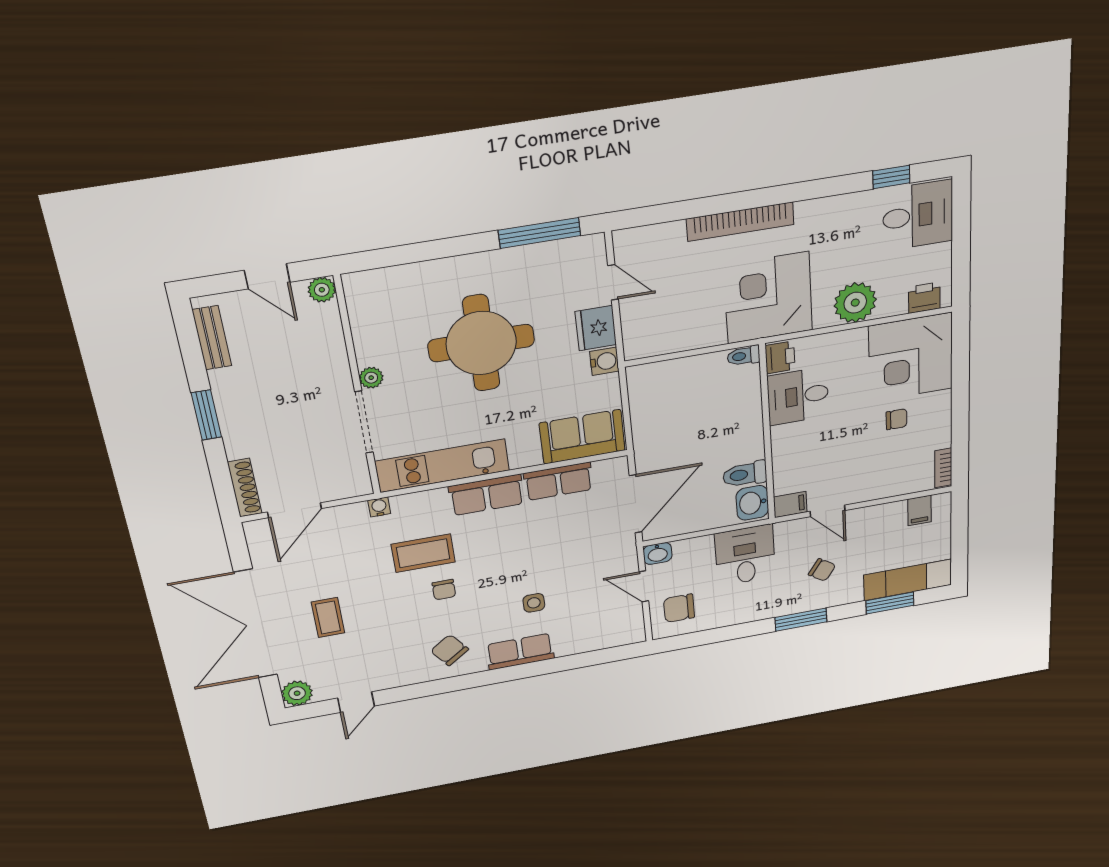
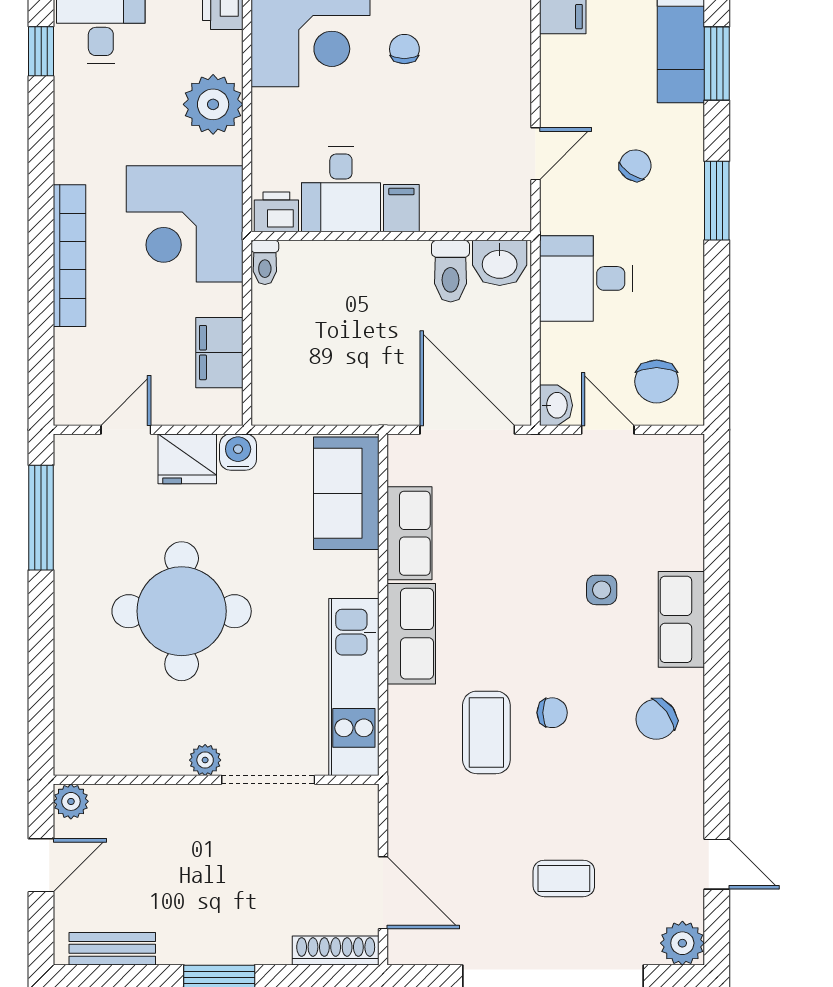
filing cabinet: (676, 337) -> (219, 353), added
filing cabinet: (790, 504) -> (401, 208), moved
water cooler: (379, 507) -> (401, 781), removed
door: (644, 586) -> (608, 430), swing flipped

